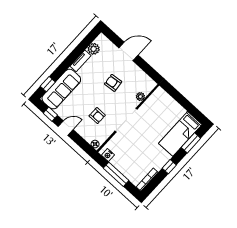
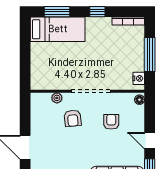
armchair: (113, 83) -> (73, 118), moved

